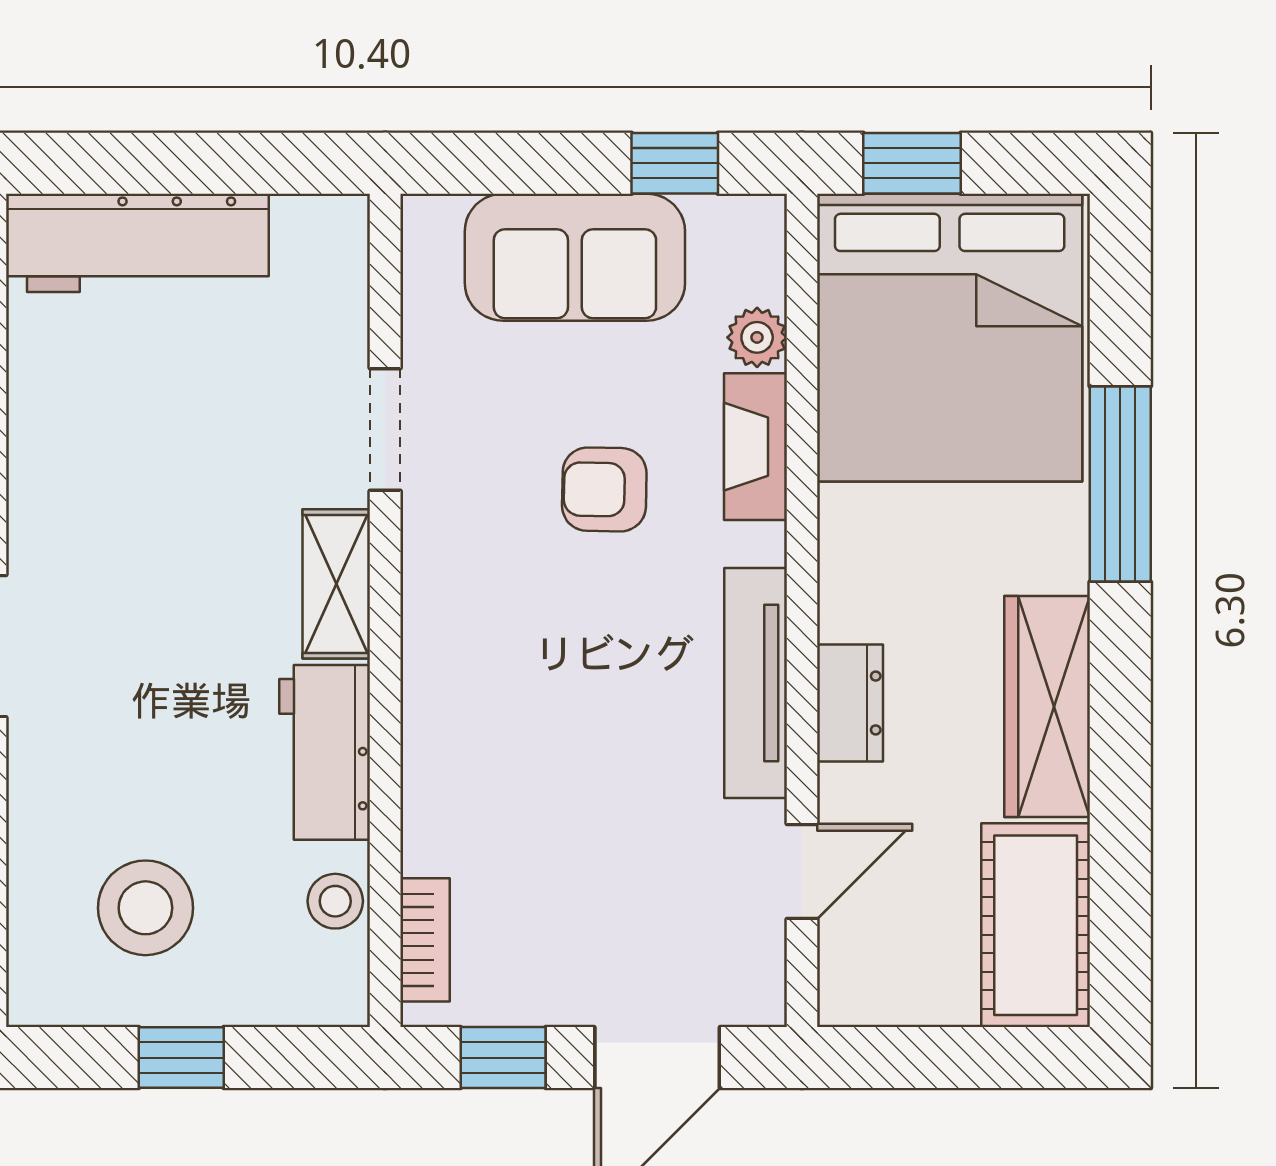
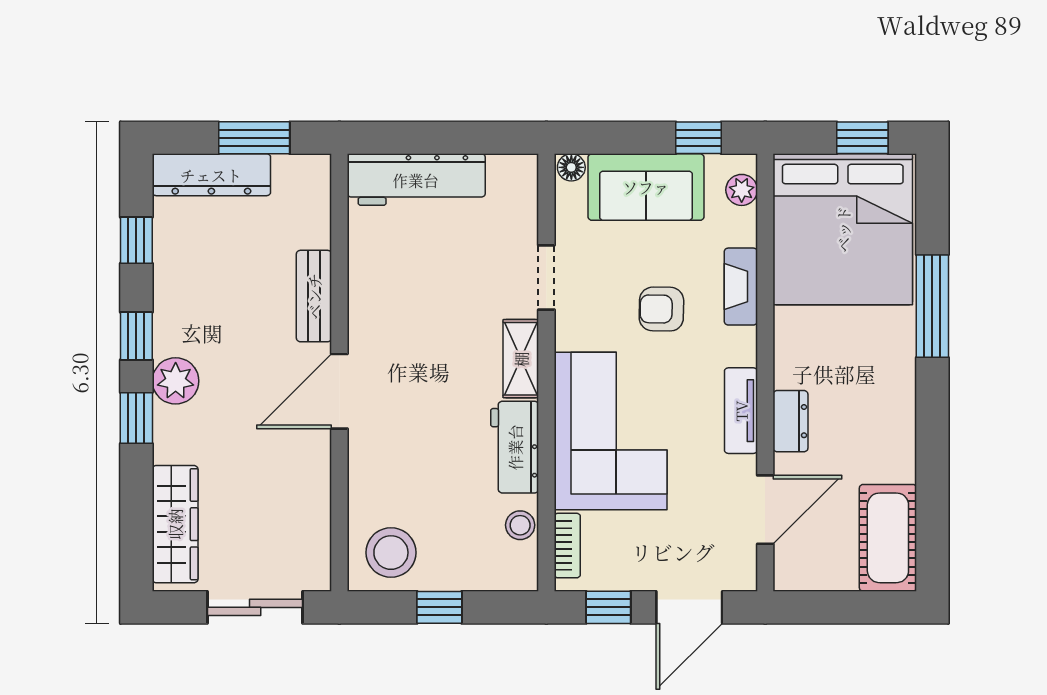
window: (912, 163) -> (862, 138), moved
floor lamp: (433, 220) -> (571, 167), added
plant: (757, 337) -> (742, 190), moved
tv unit: (756, 683) -> (741, 411), width x0.71
wardrobe: (1047, 706) -> (894, 423), removed
corner sofa: (507, 722) -> (611, 431), added
door: (802, 871) -> (765, 510), width x1.38
stool: (145, 908) -> (391, 553), moved

